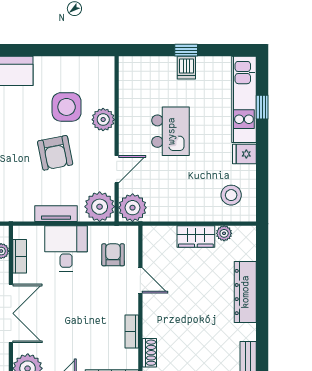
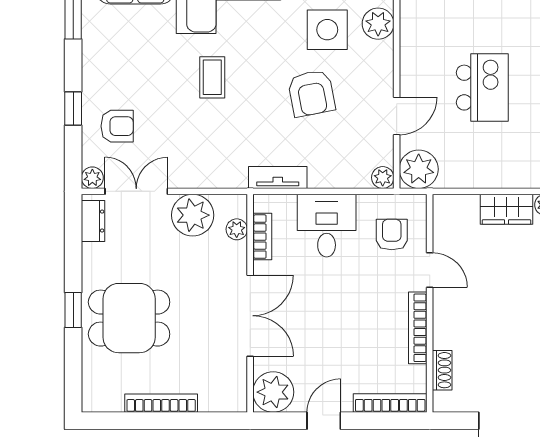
plant: (103, 120) -> (378, 24), moved
kitchen island: (171, 131) -> (482, 88), moved
plant: (100, 207) -> (383, 178), width x0.53, depth x0.53
tv unit: (56, 214) -> (278, 177), moved
bookcase: (132, 331) -> (418, 328), width x1.56

